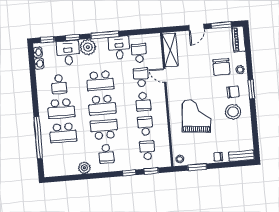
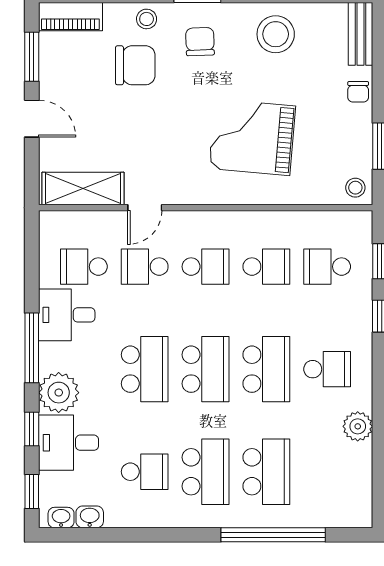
stool: (233, 112) -> (276, 34), moved
school desk: (145, 126) -> (266, 267), turned 180
school desk: (104, 129) -> (266, 369), turned 180

